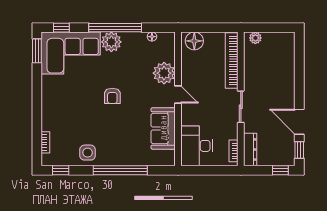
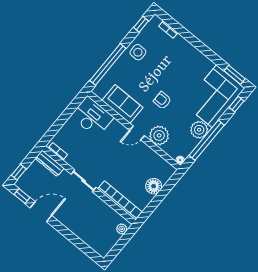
plant: (164, 73) -> (159, 135), moved
door: (178, 94) -> (137, 133), moved
wall: (178, 99) -> (134, 130), moved
sofa: (163, 128) -> (122, 104), moved
desk: (197, 146) -> (92, 117), moved

